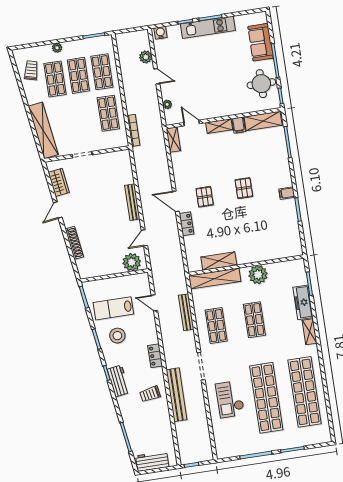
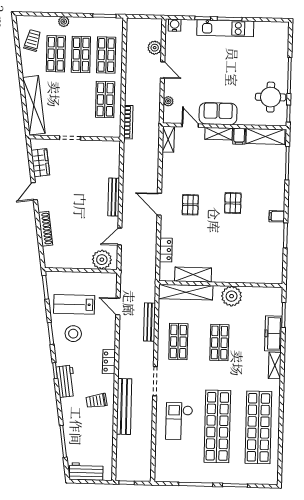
sofa: (261, 42) -> (218, 114), moved, turned 90
locker: (187, 224) -> (166, 250), moved

